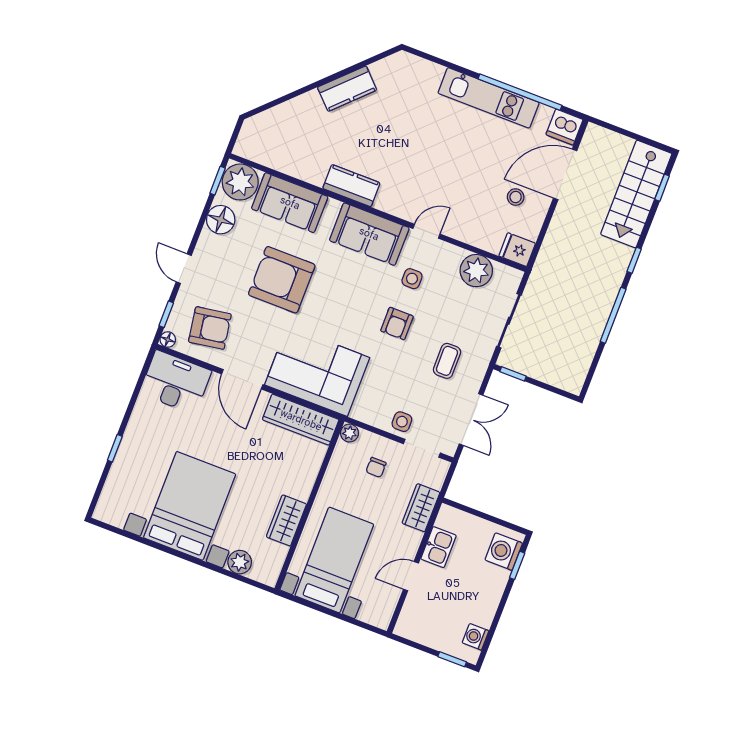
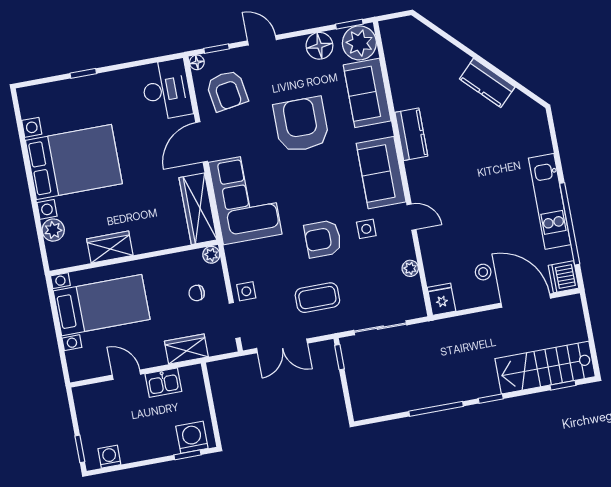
door: (184, 269) -> (262, 40), hinge flipped
plant: (476, 271) -> (410, 268), width x0.53, depth x0.53
armchair: (397, 323) -> (323, 239), width x1.38, depth x1.38
coffee table: (447, 361) -> (317, 298), width x1.36, depth x1.30

